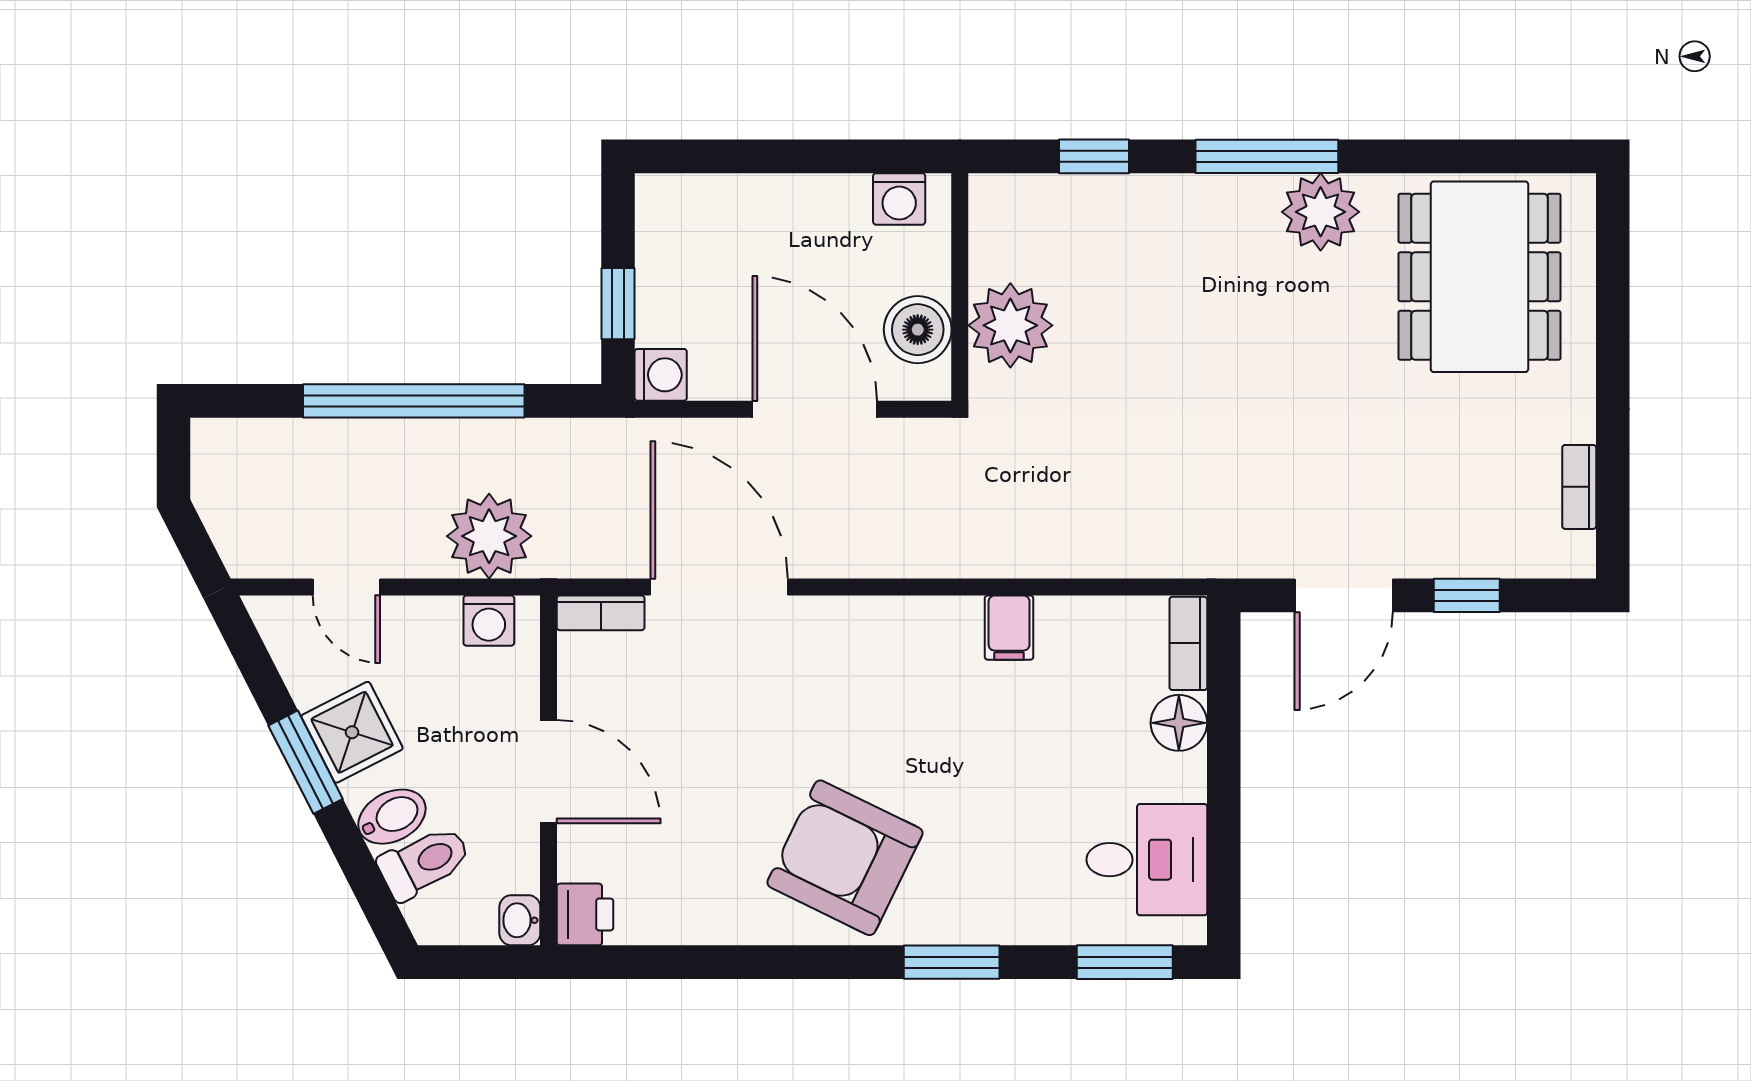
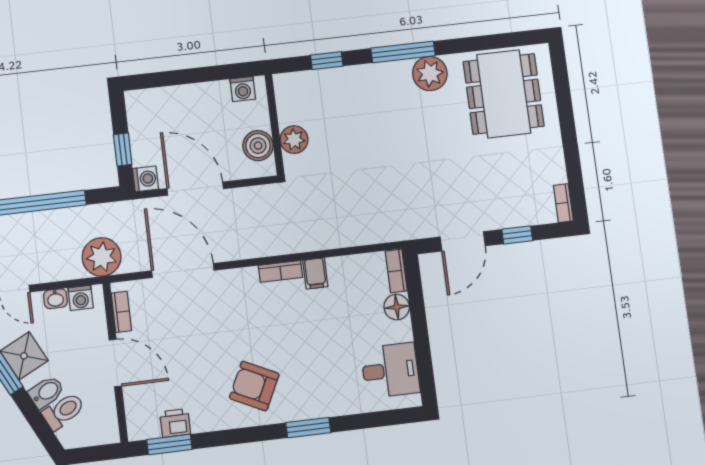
plant: (1010, 325) -> (294, 140), width x0.73, depth x0.73
door: (815, 409) -> (195, 189), moved
bookcase: (1579, 487) -> (563, 203), moved
plant: (489, 536) -> (102, 257), moved
bookcase: (601, 613) -> (121, 312), moved, turned -90
bookcase: (933, 614) -> (280, 271), added
armchair: (845, 858) -> (254, 386), width x0.73, depth x0.73
printer: (585, 914) -> (175, 423), moved, turned -90
washbasin: (520, 920) -> (55, 299), moved, turned -90
window: (1125, 962) -> (169, 445), moved

